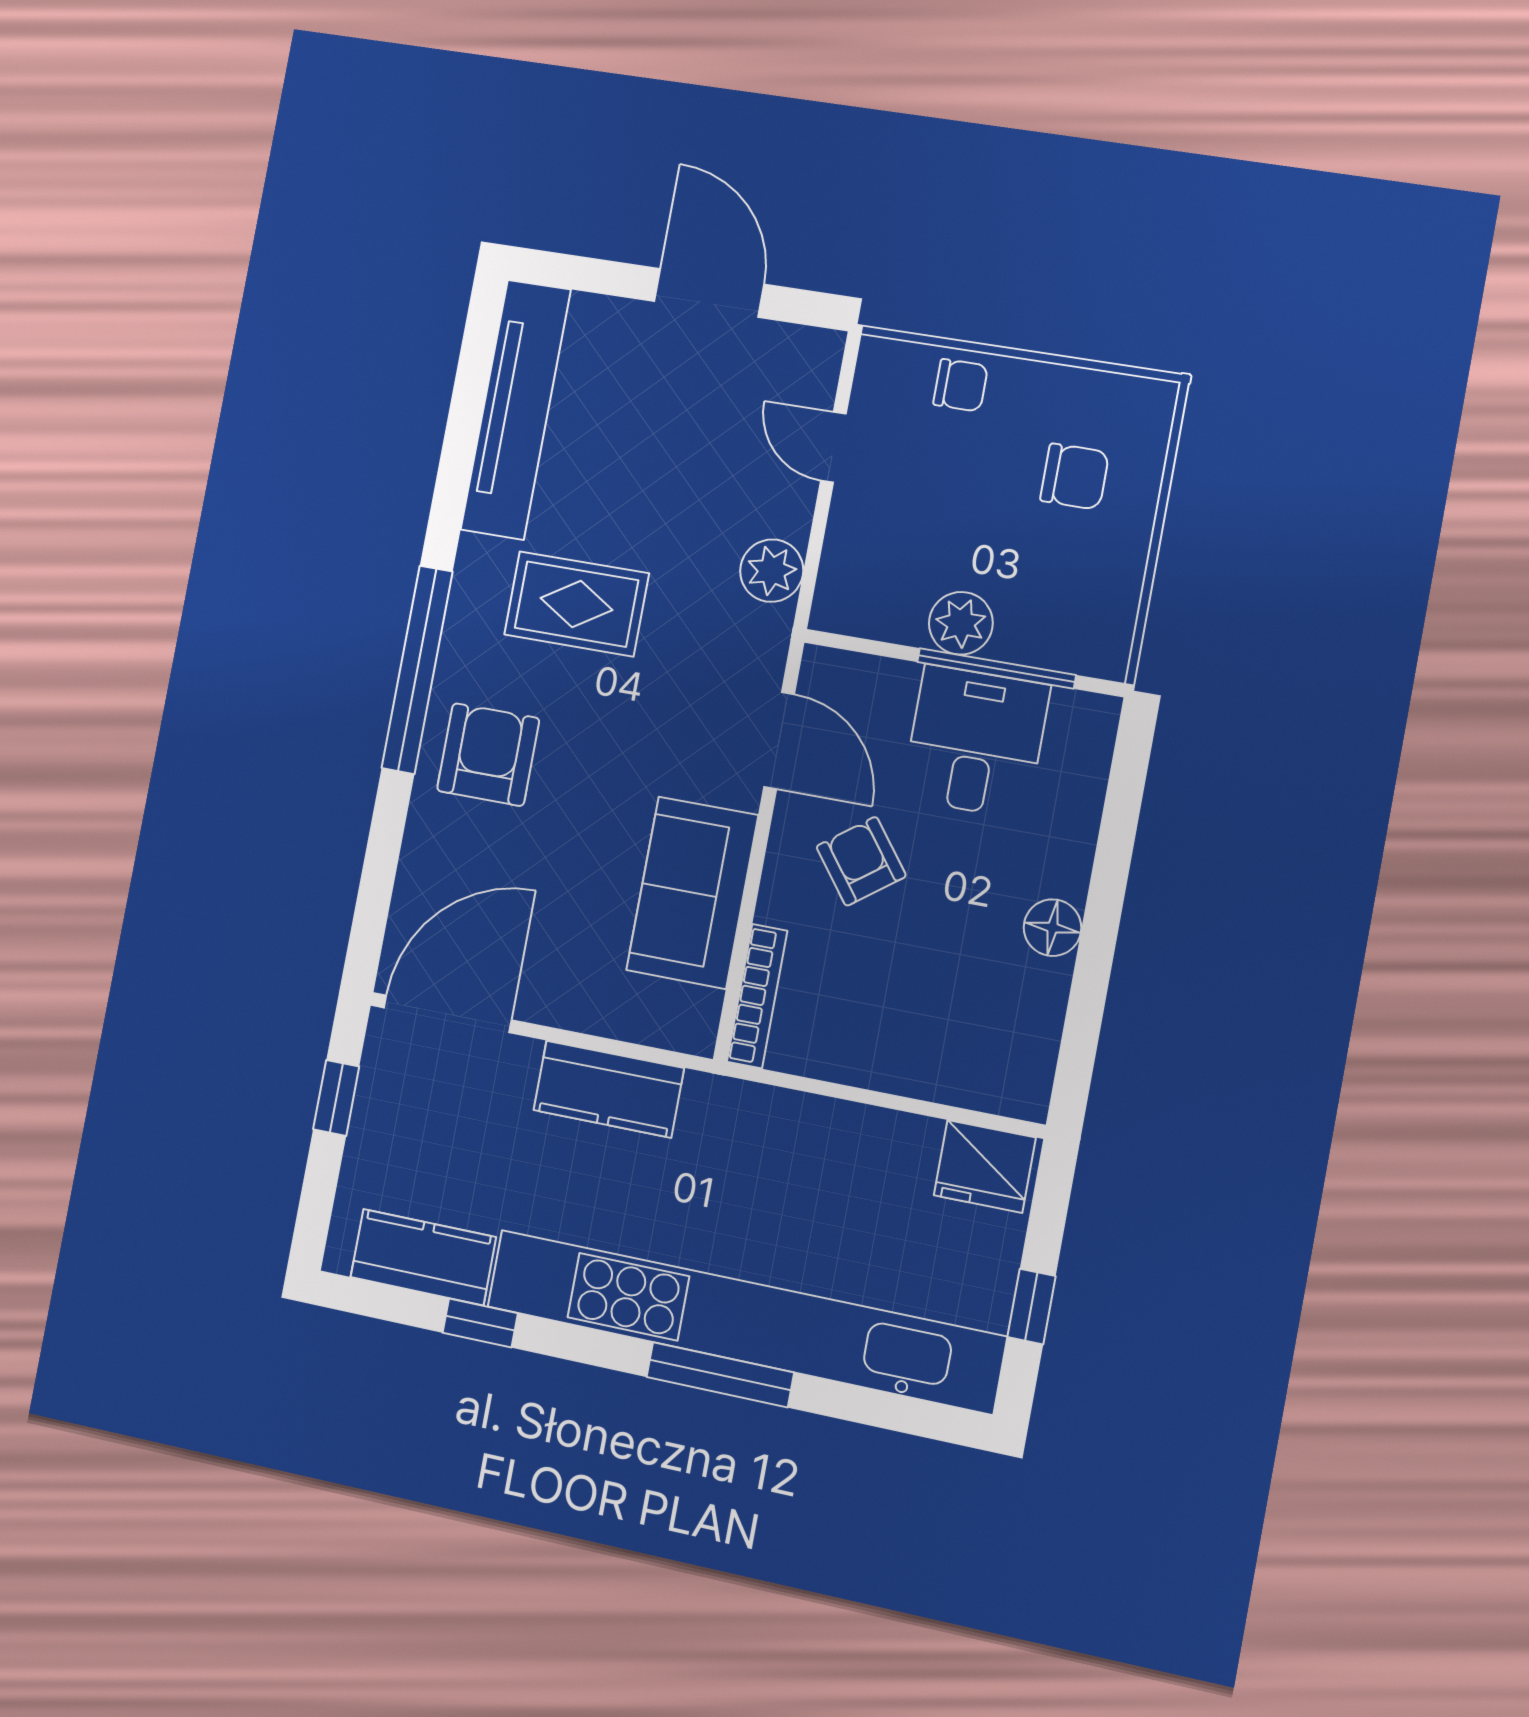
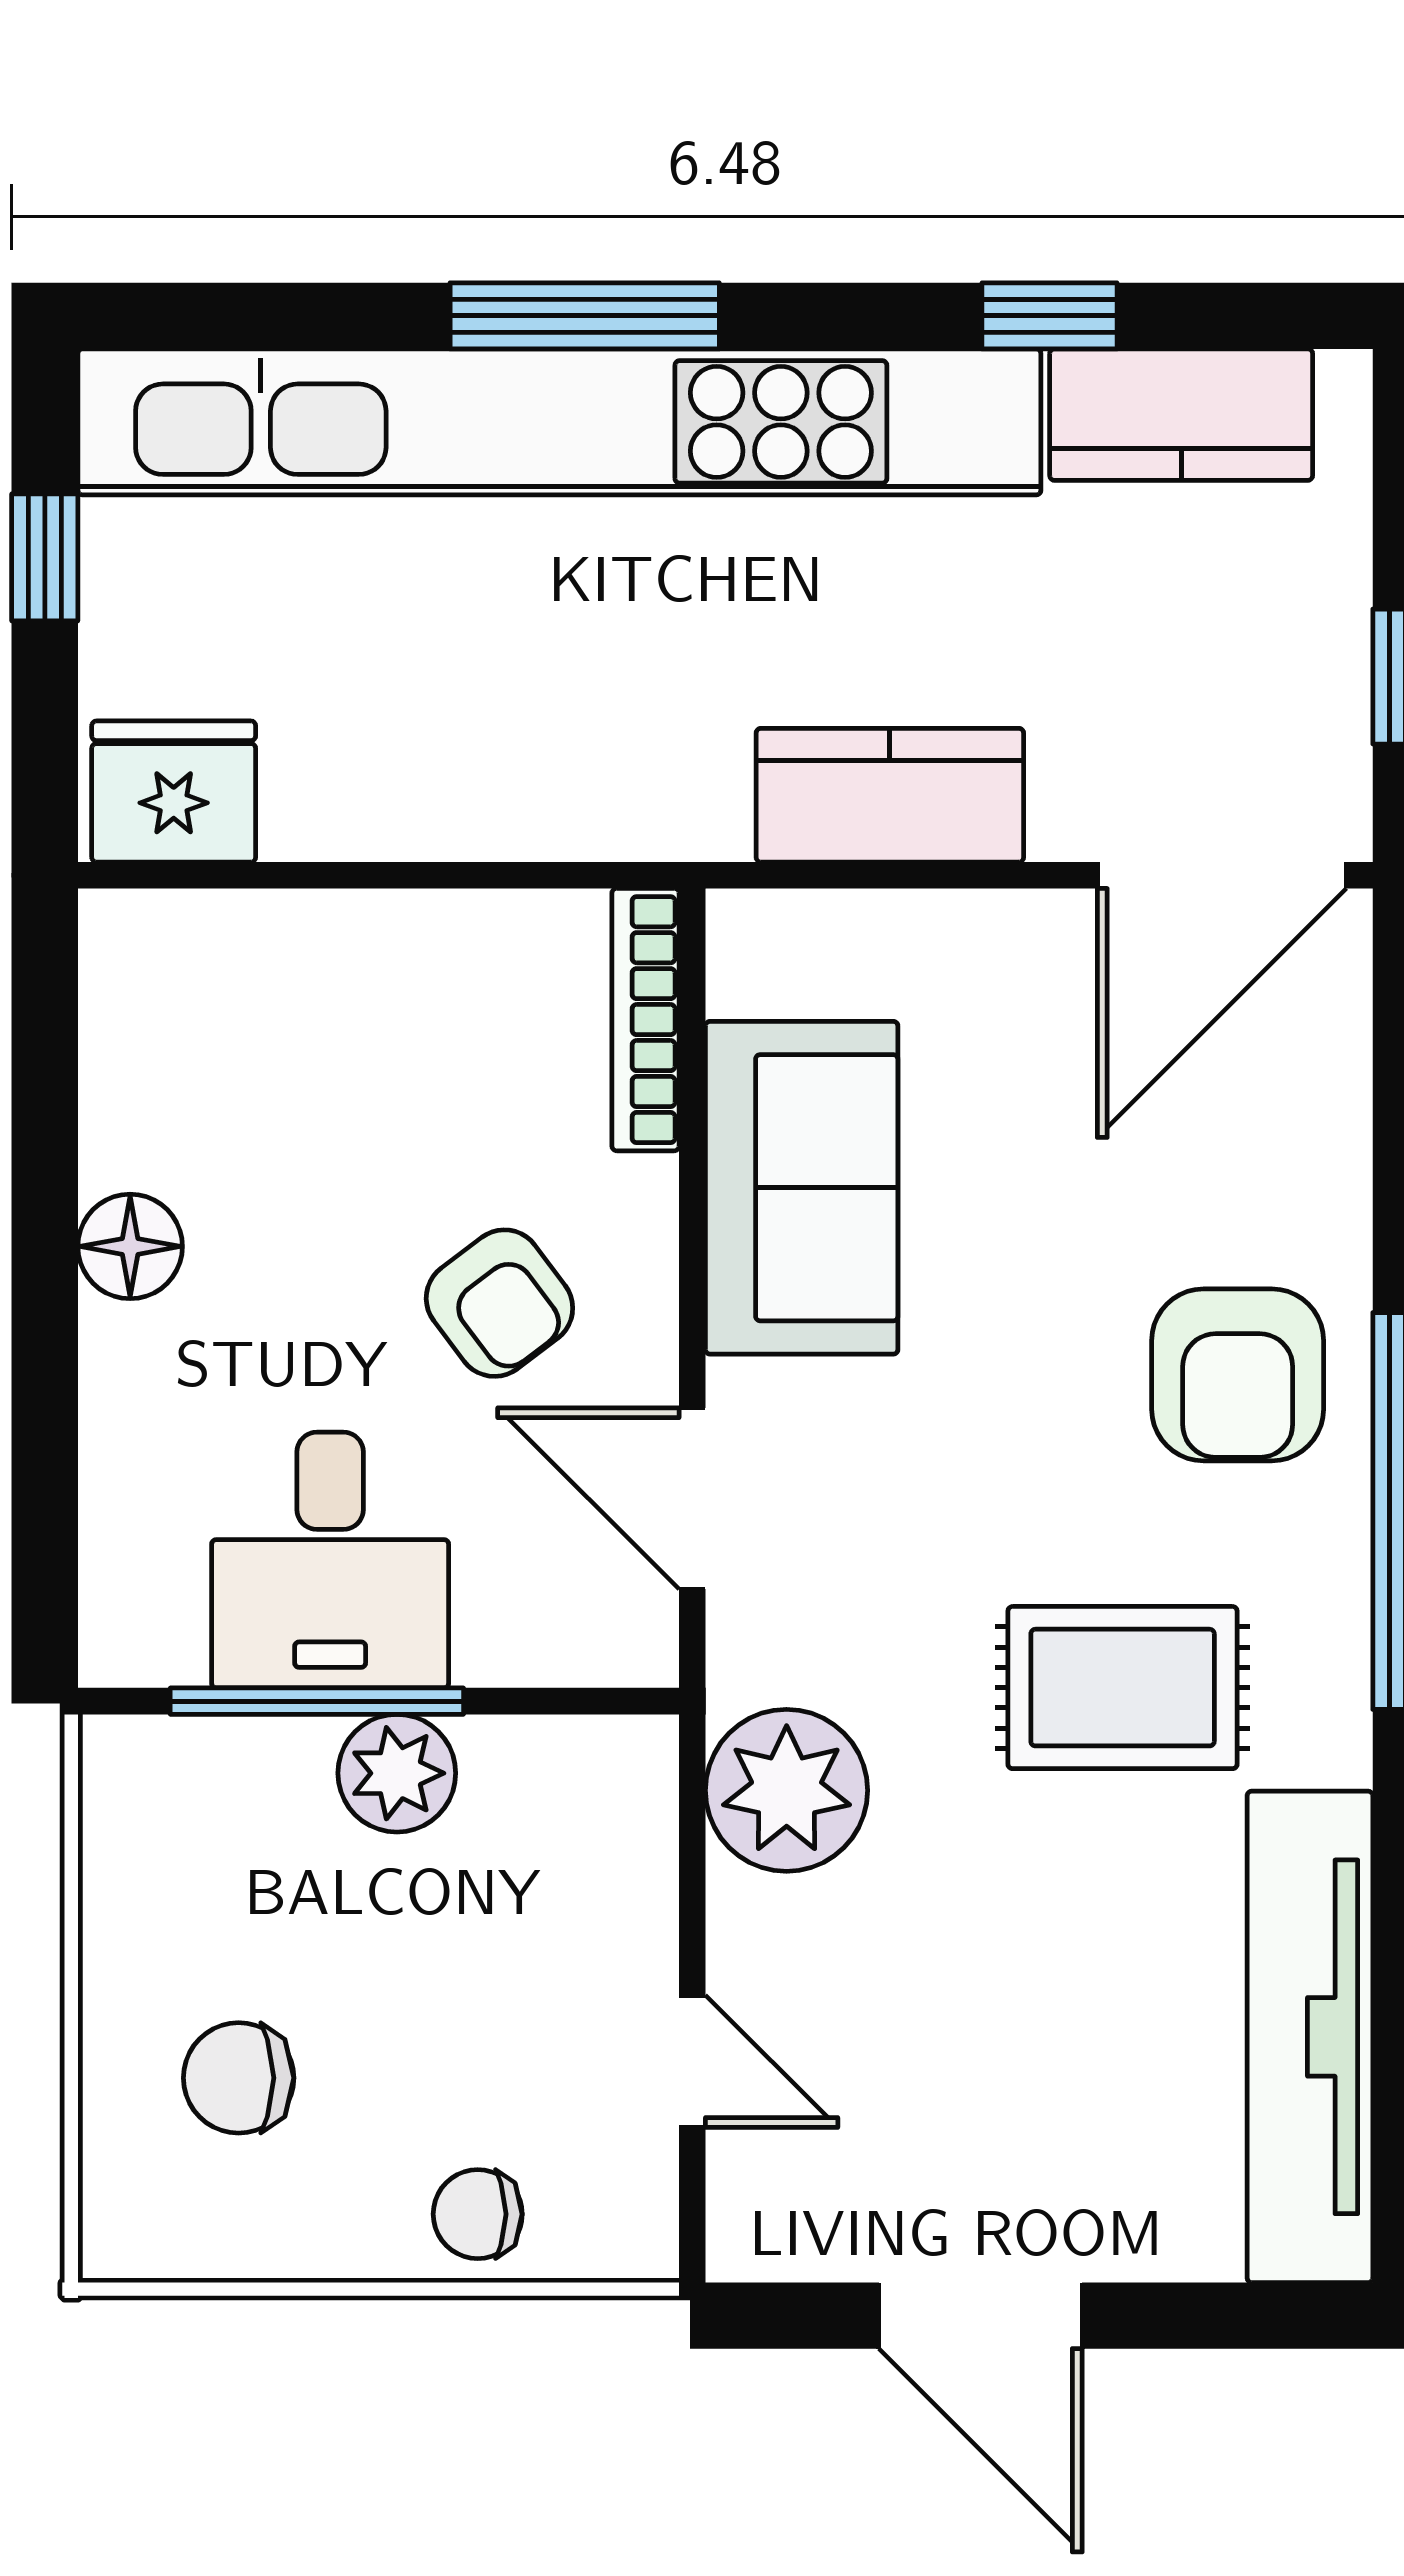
plant: (772, 571) -> (787, 1790), width x1.36, depth x1.36

